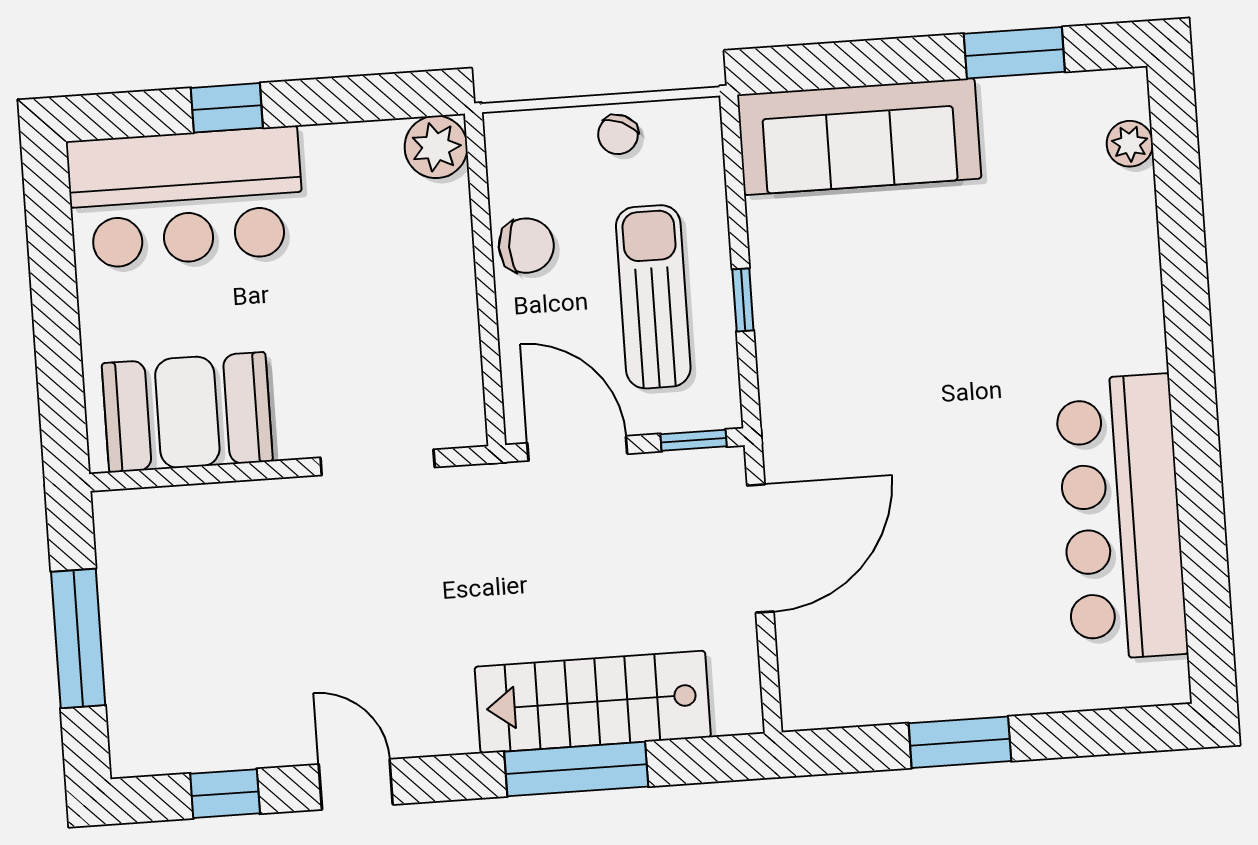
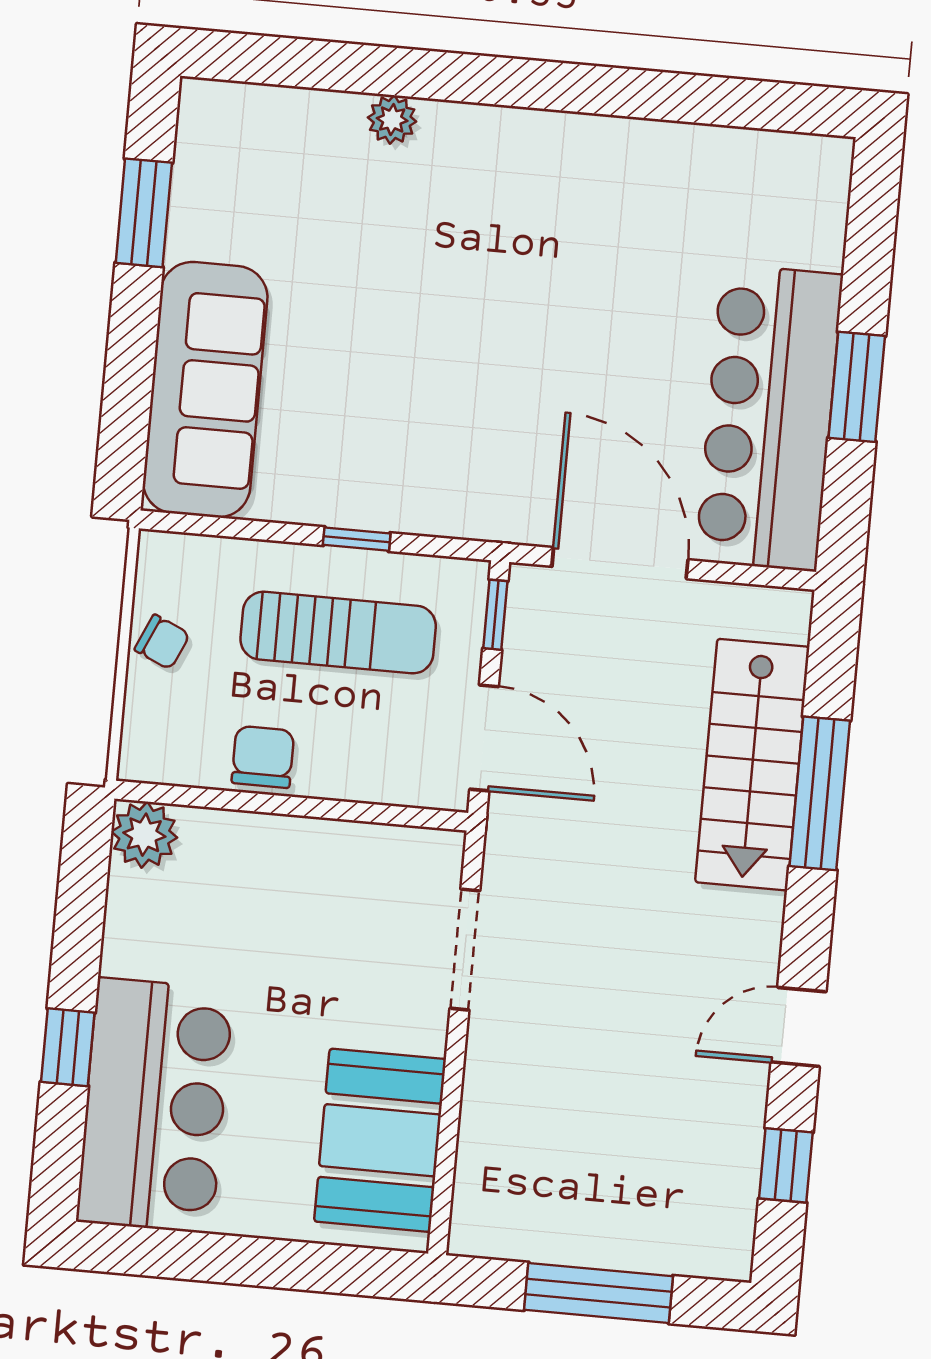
plant: (1130, 144) -> (392, 120), moved
sun lounger: (653, 297) -> (338, 633), turned 180
door: (577, 448) -> (484, 738), swing flipped
bar counter: (1121, 517) -> (769, 418), moved, turned 90

